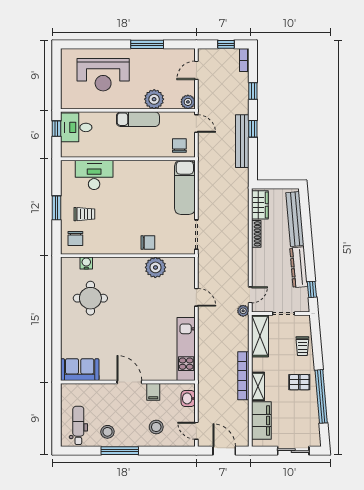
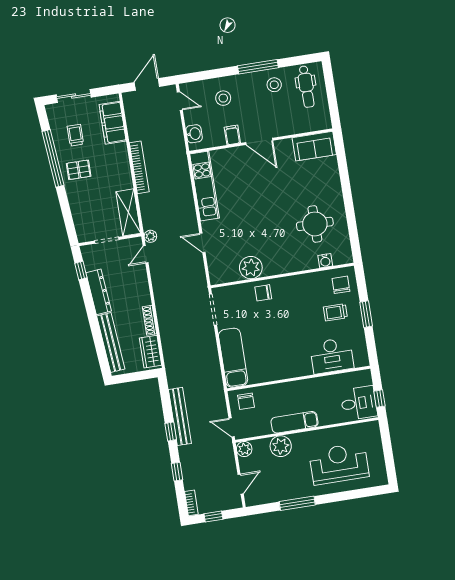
trolley: (302, 346) -> (75, 135), moved
shelving: (258, 386) -> (122, 158), removed
door: (224, 451) -> (147, 84), swing flipped

